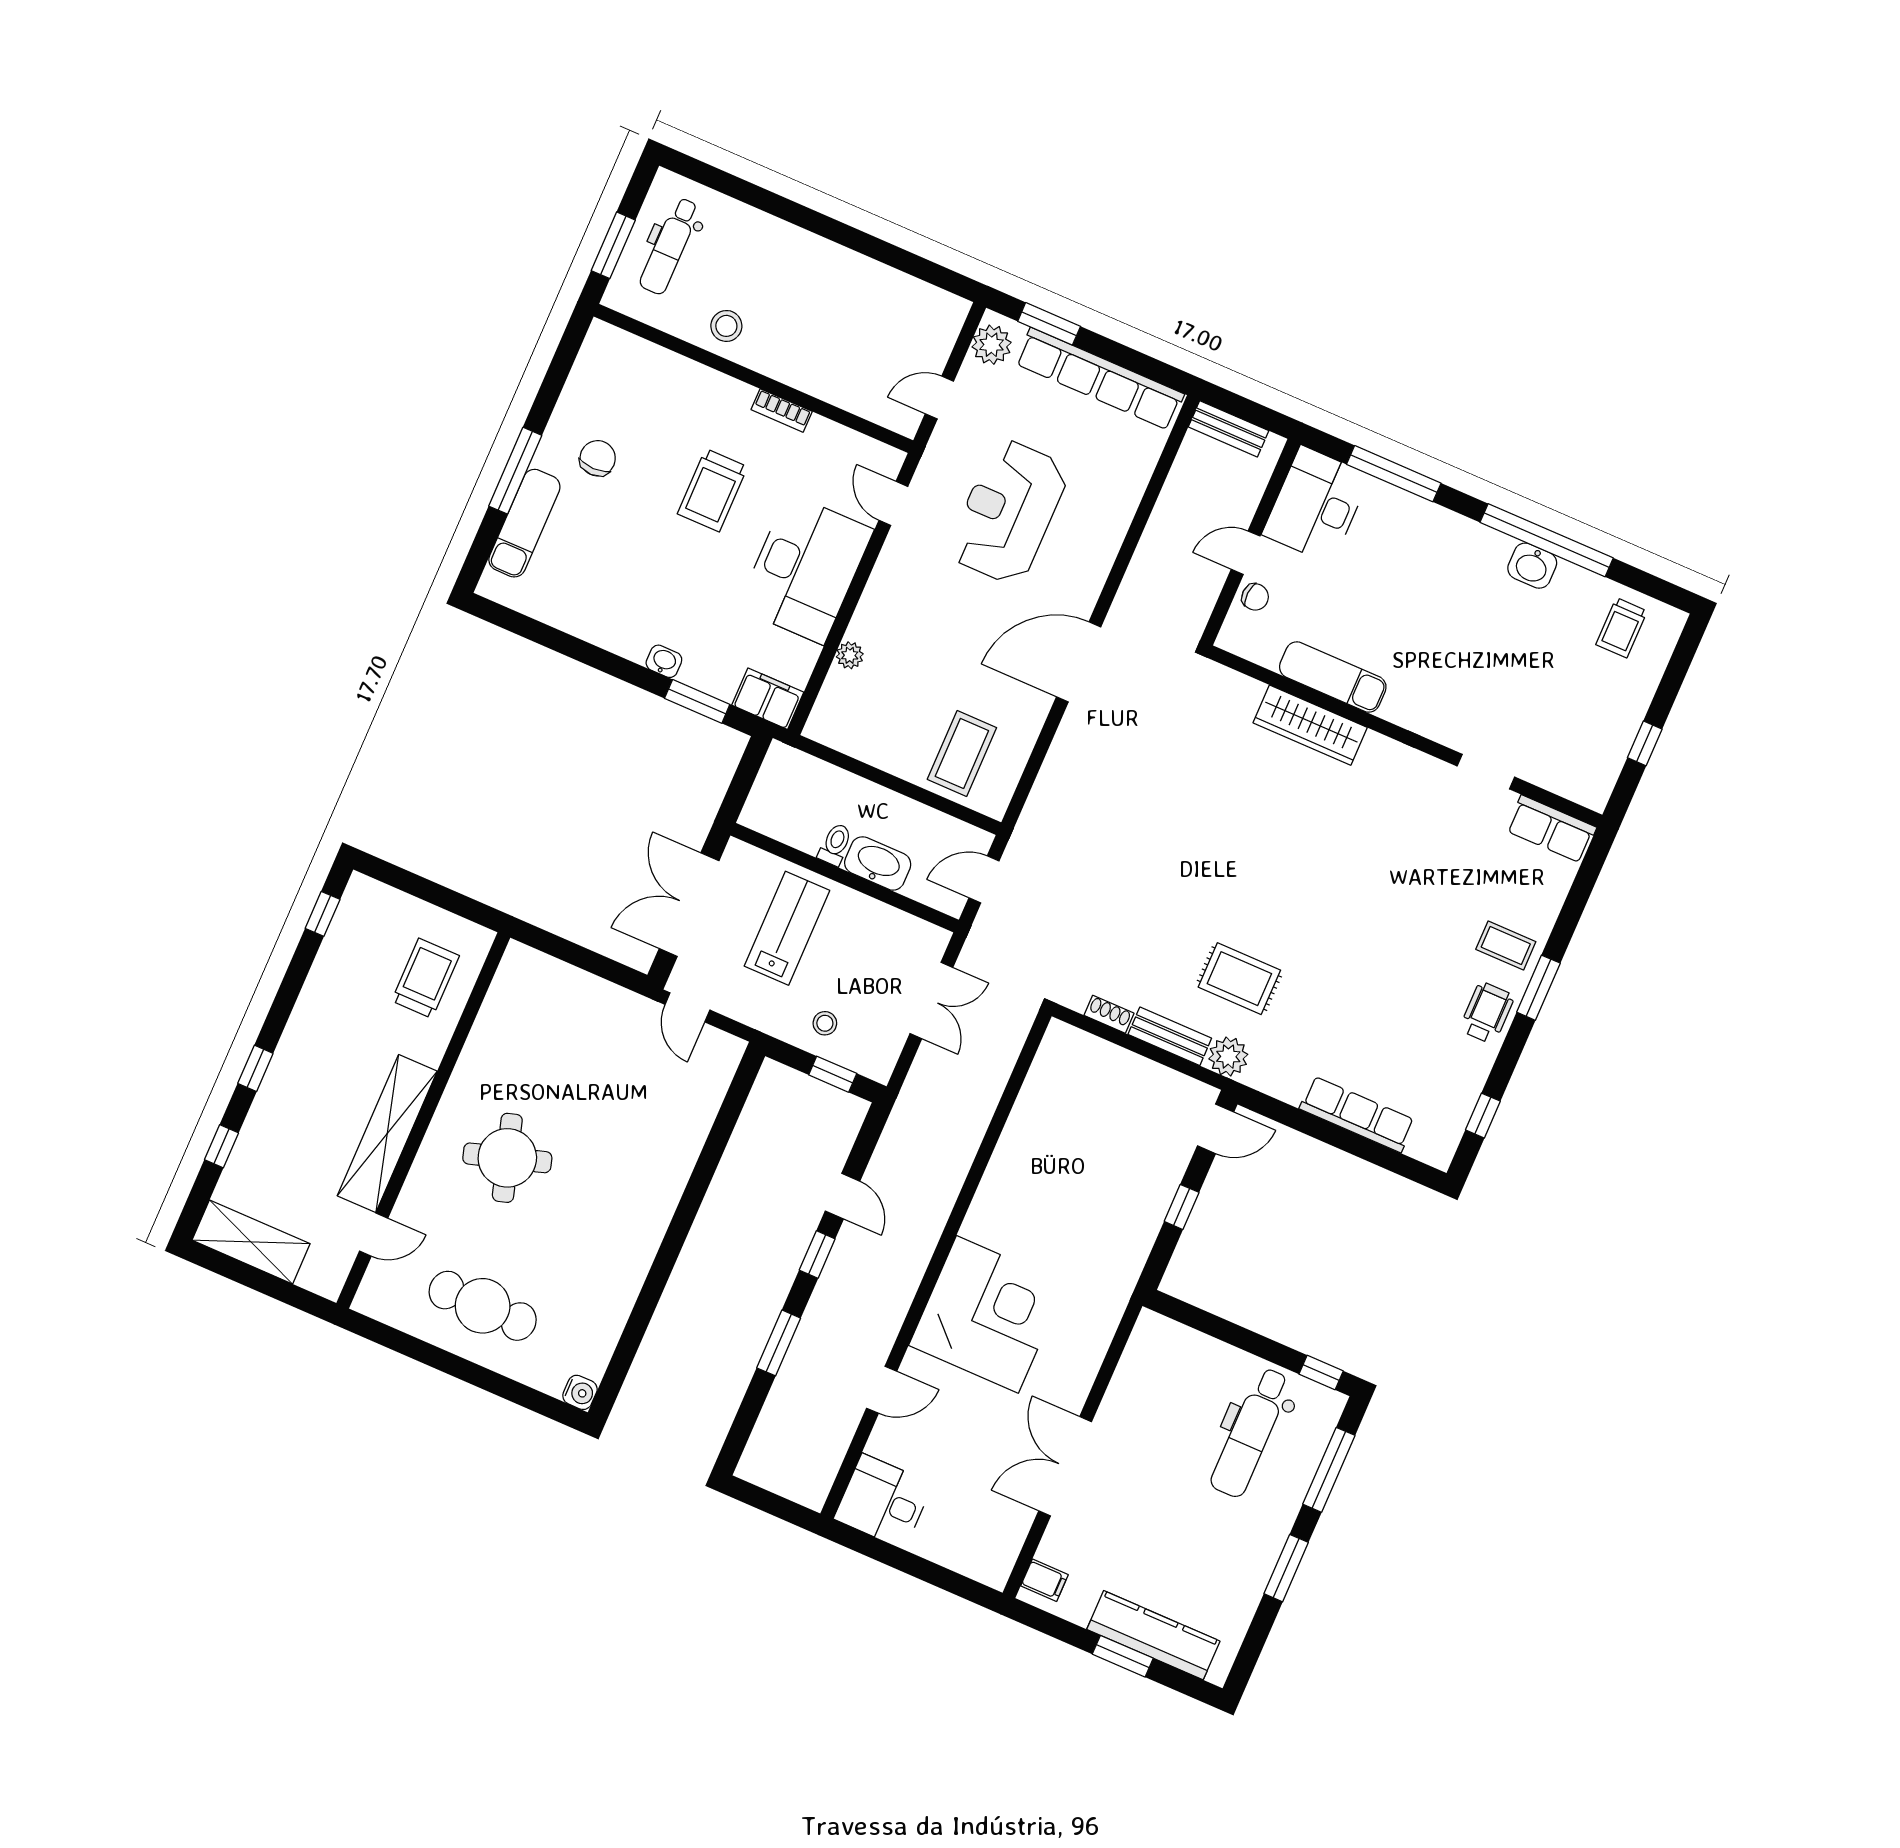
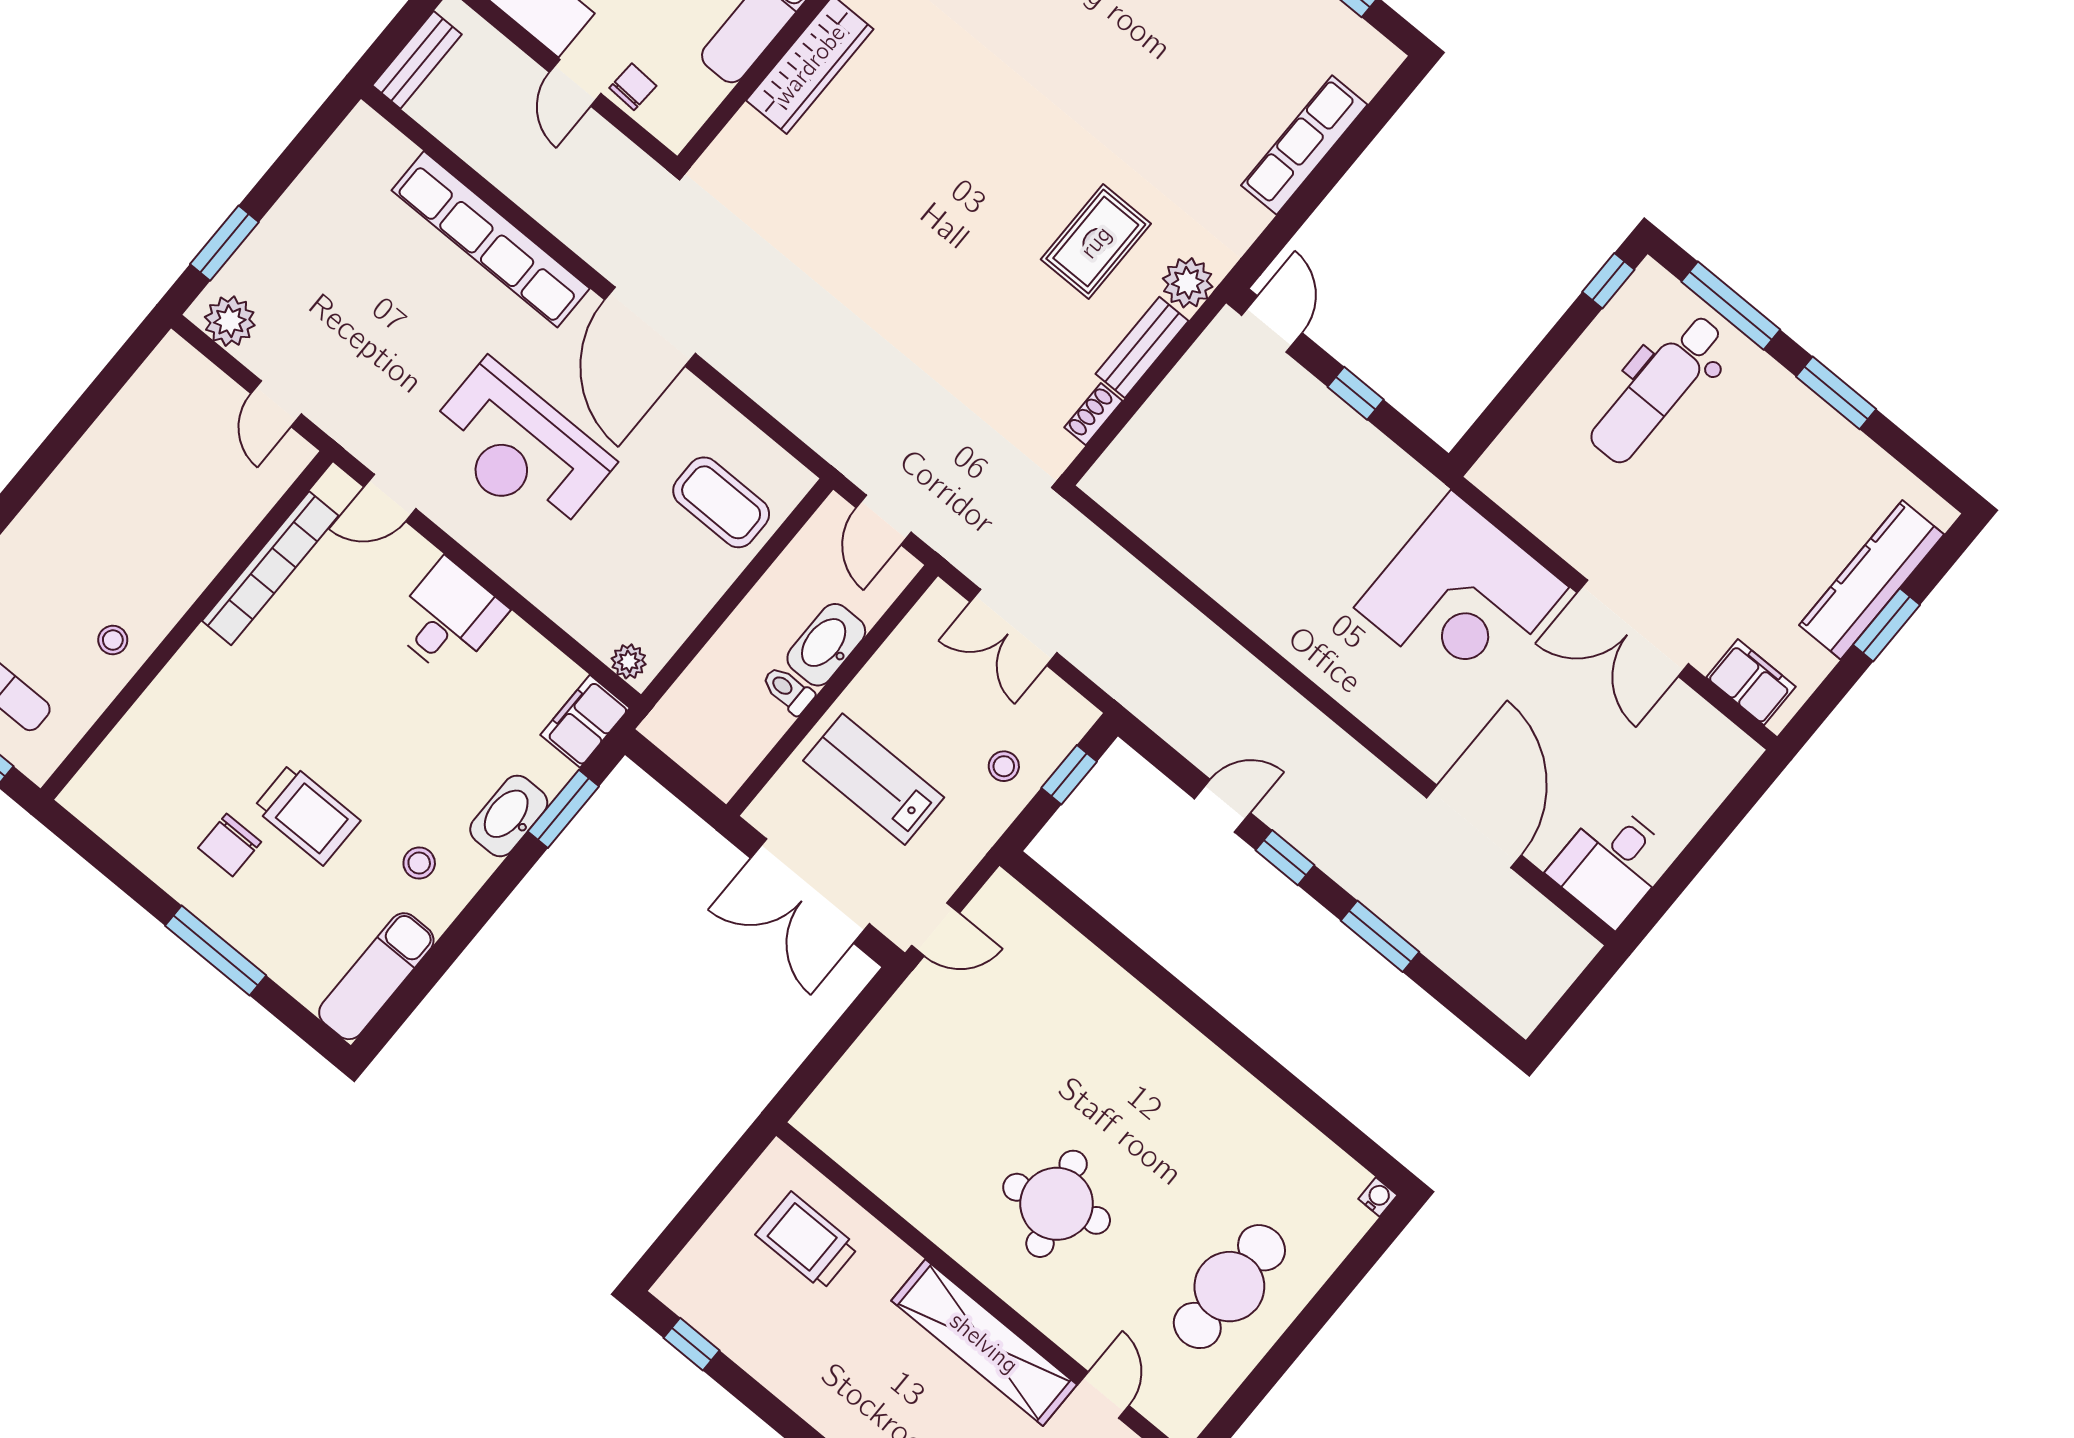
stool: (726, 326) -> (113, 640), width x0.73, depth x0.73
row of seats: (1100, 379) -> (491, 239), moved, turned 90
bookcase: (782, 411) -> (270, 568), width x2.31, depth x1.31
chair: (598, 458) -> (230, 845), turned -90
trolley: (712, 490) -> (307, 814), moved
reception desk: (1008, 512) -> (519, 449), moved
exam couch: (524, 523) -> (376, 976), moved, turned -90
desk: (806, 569) -> (448, 618), width x0.53, depth x0.77
stool: (625, 605) -> (419, 863), added
plant: (850, 655) -> (629, 661), moved
washbasin: (664, 661) -> (509, 816), width x1.91, depth x1.45
double door: (931, 1000) -> (1014, 627), swing flipped
corner desk: (987, 1314) -> (1461, 597), moved, turned 180
door: (882, 1390) -> (1474, 826), width x1.88
water cooler: (580, 1392) -> (1378, 1197), width x0.72, depth x0.72
dental chair: (1251, 1433) -> (1657, 389), turned 90
filing cabinet: (1044, 1580) -> (1751, 682), width x2.00

